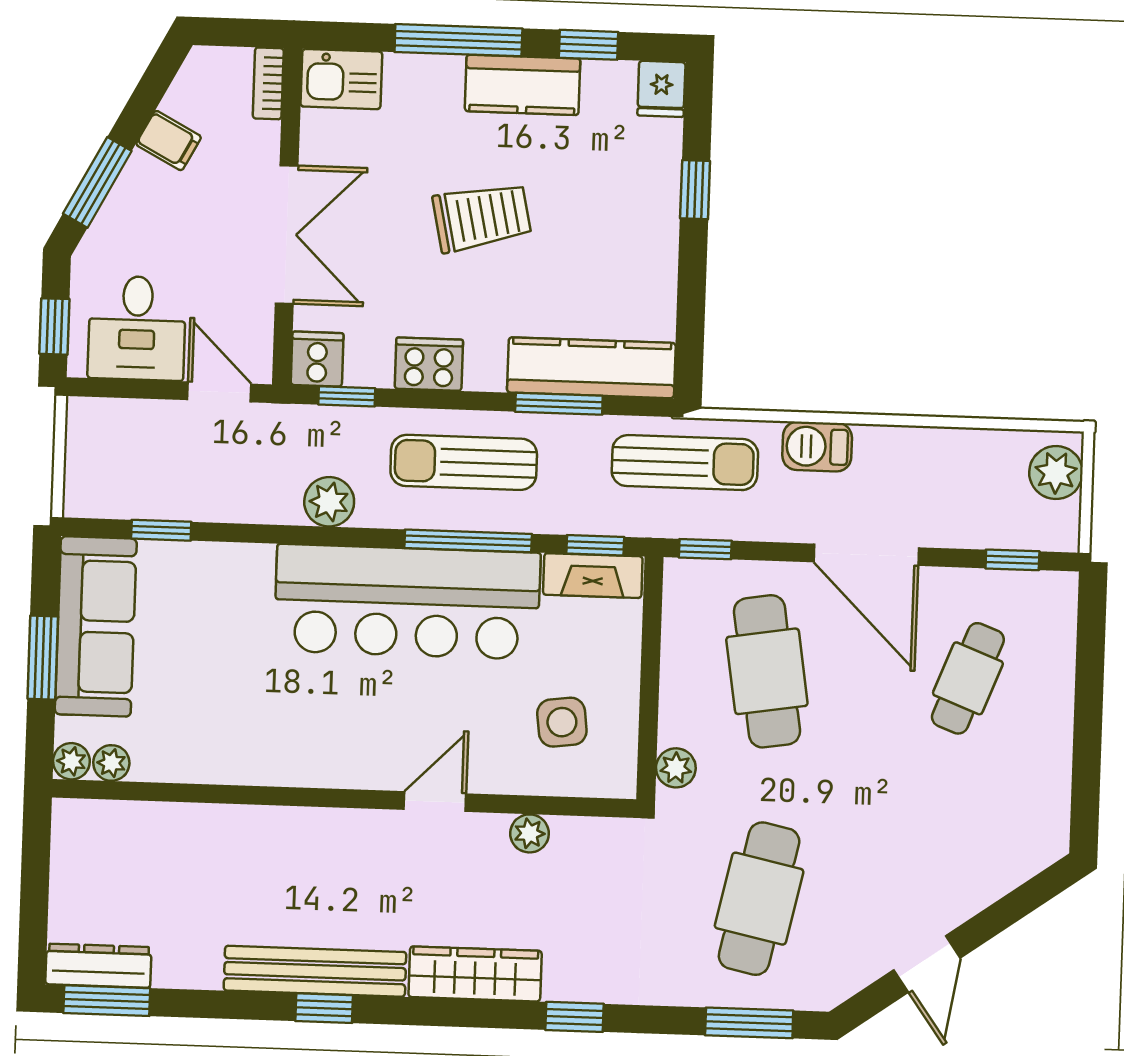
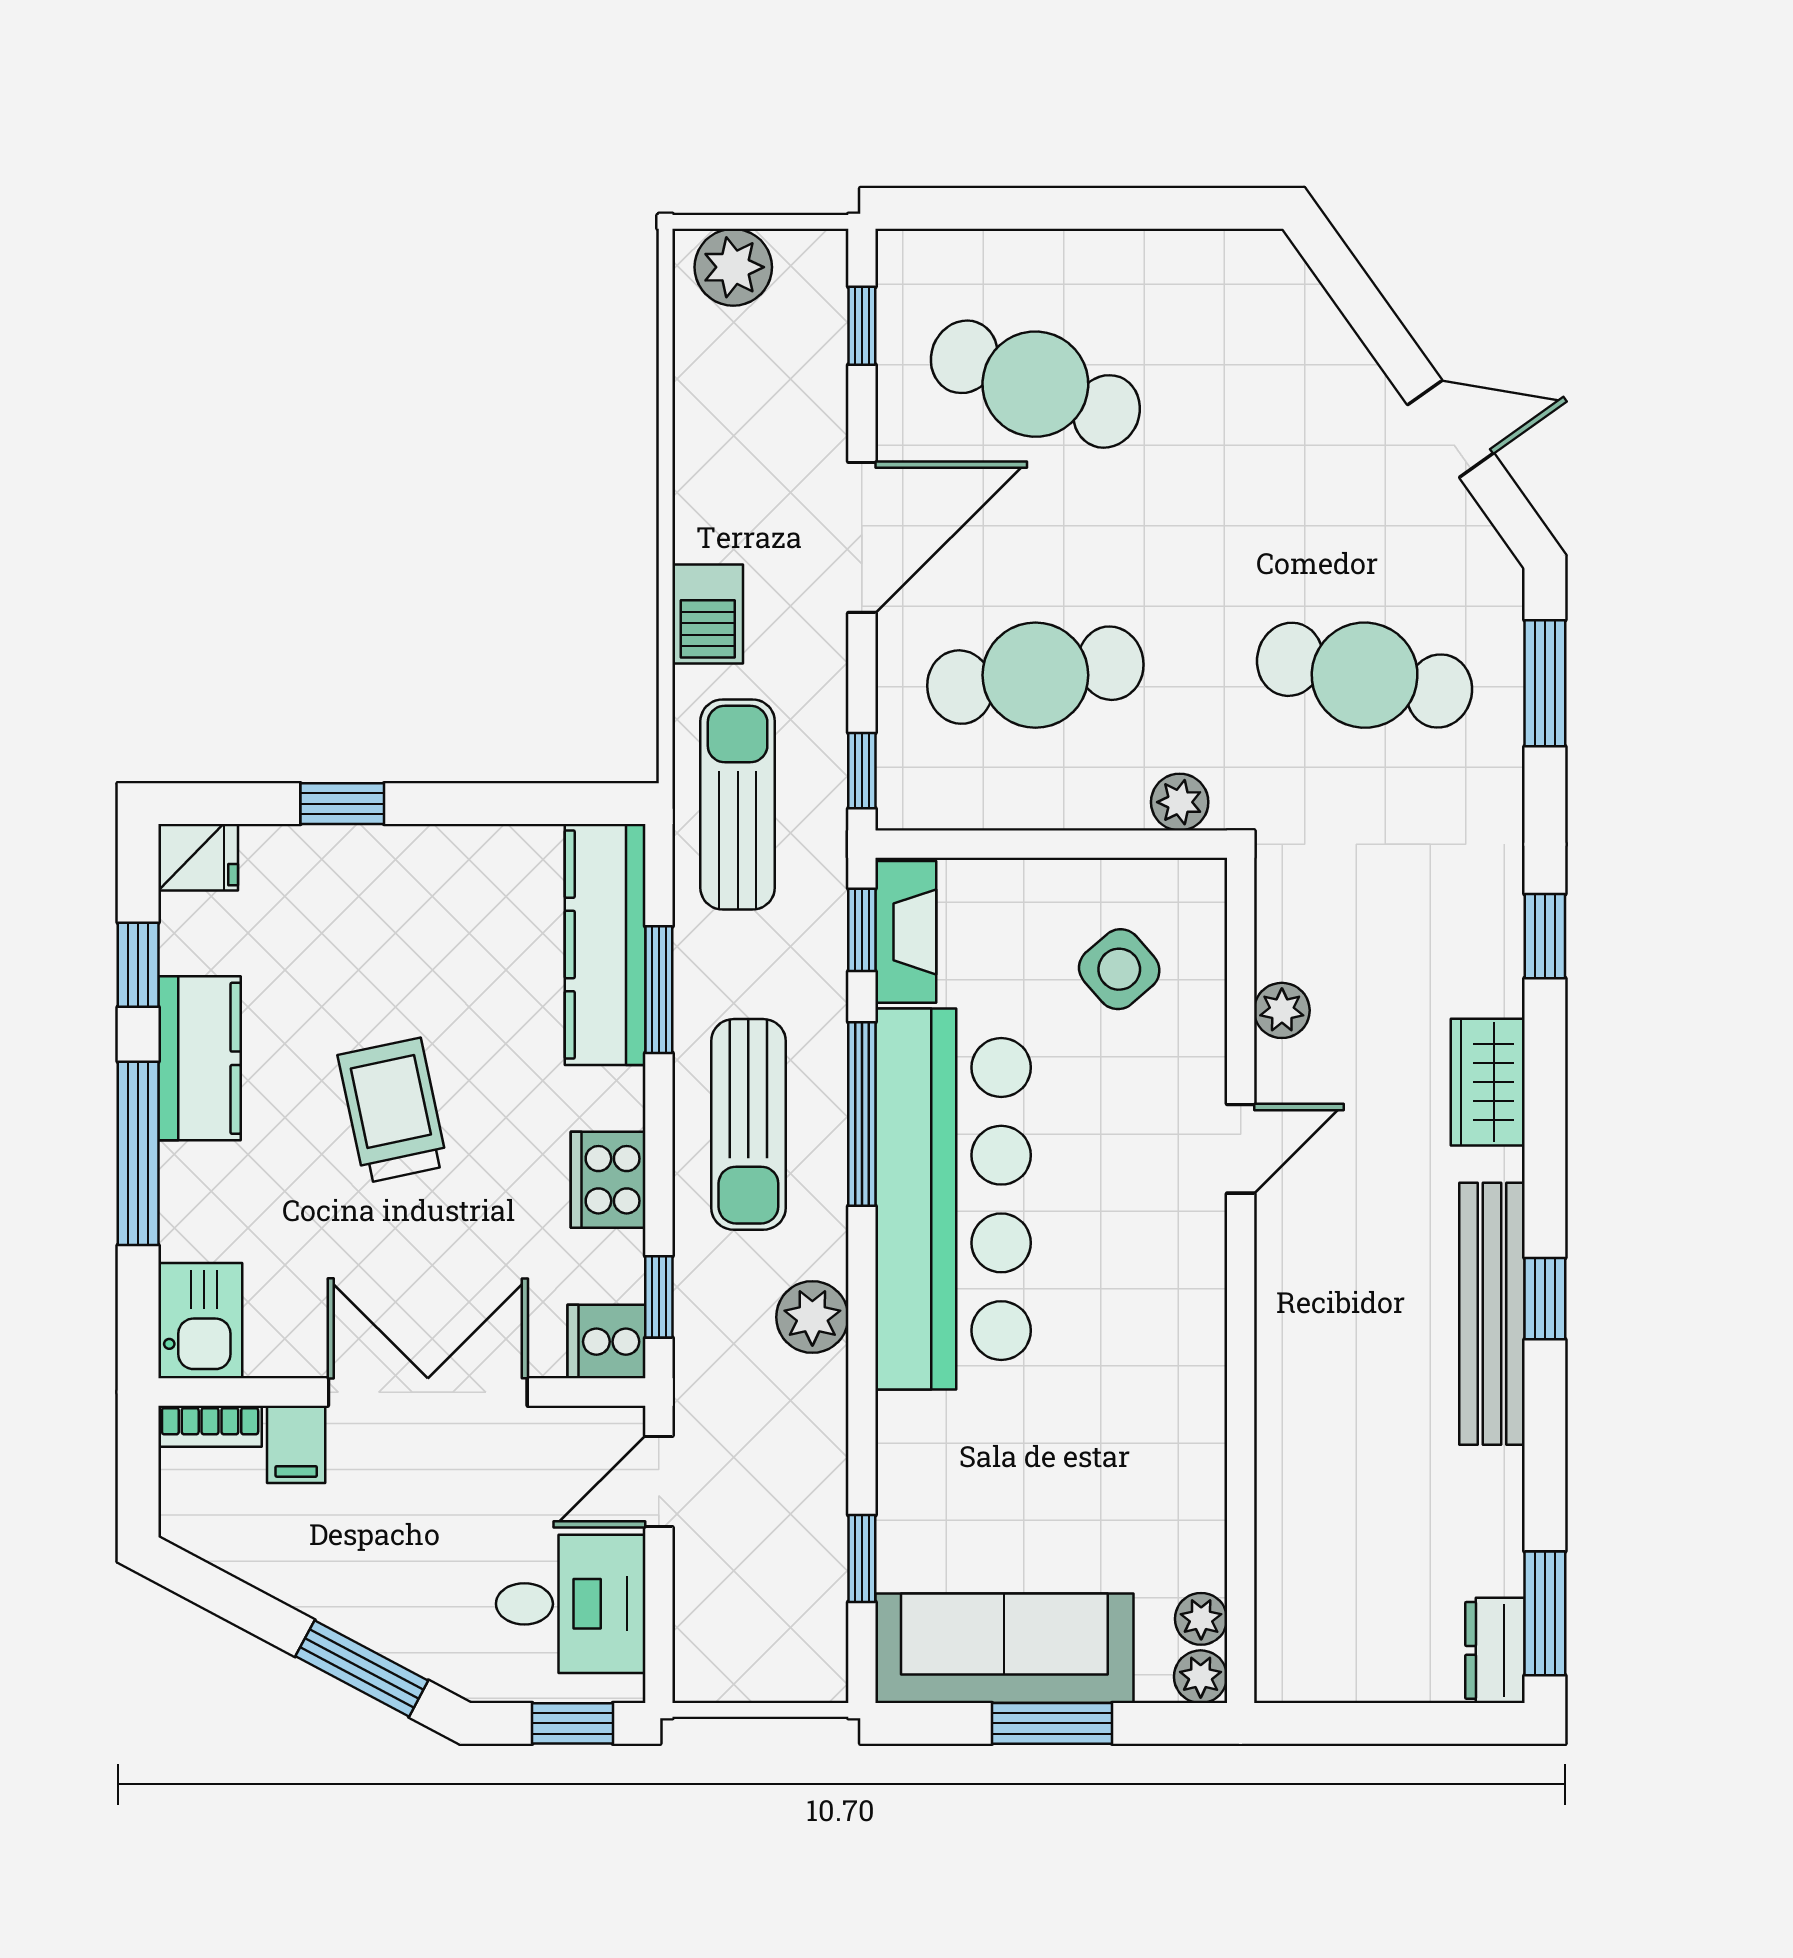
filing cabinet: (169, 141) -> (296, 1444), moved, turned 152
cafe table: (968, 678) -> (1035, 384), width x1.37, depth x1.35
side table: (562, 722) -> (1119, 969), turned -34
door: (435, 802) -> (1241, 1149), swing flipped
dresser: (98, 966) -> (1495, 1650), width x0.70
wardrobe: (475, 974) -> (1488, 1082), width x0.67

